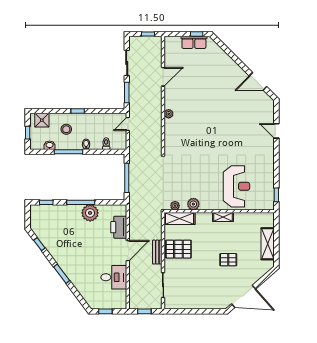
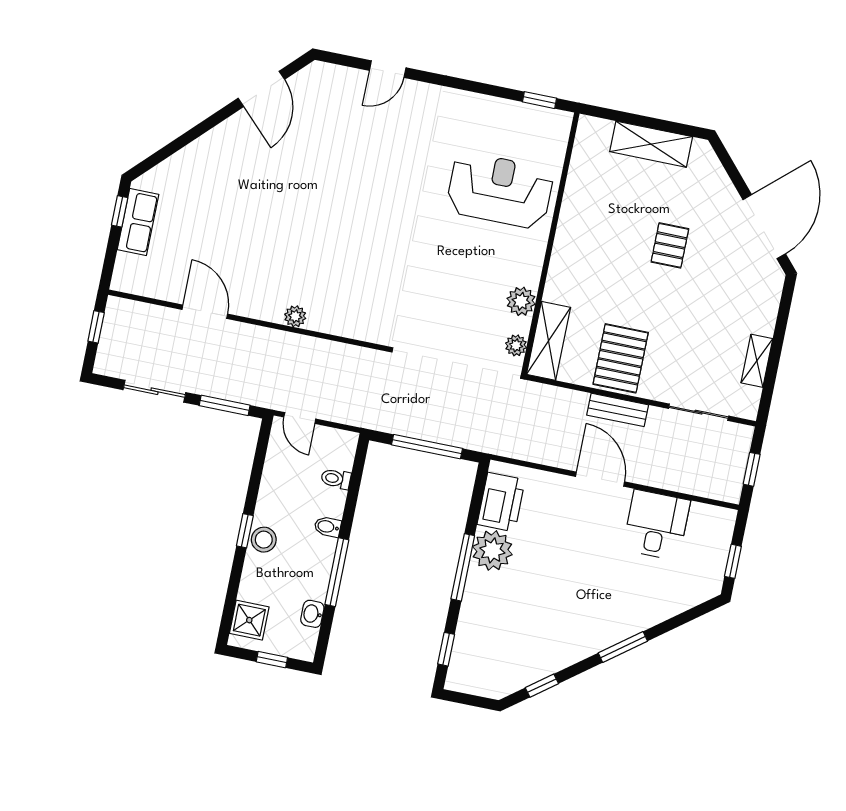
stool: (66, 129) -> (264, 540), moved
shelving: (223, 217) -> (757, 361), moved
printer: (119, 227) -> (501, 502), moved, turned -90

